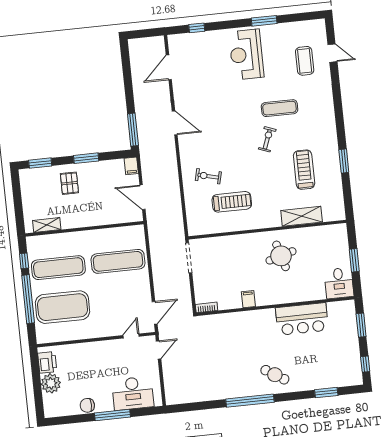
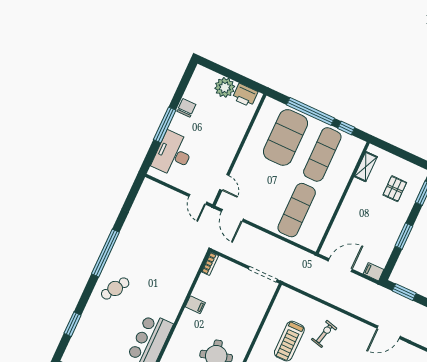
window: (133, 130) -> (404, 292), width x0.69
pallet: (69, 183) -> (395, 189), moved, turned 90

